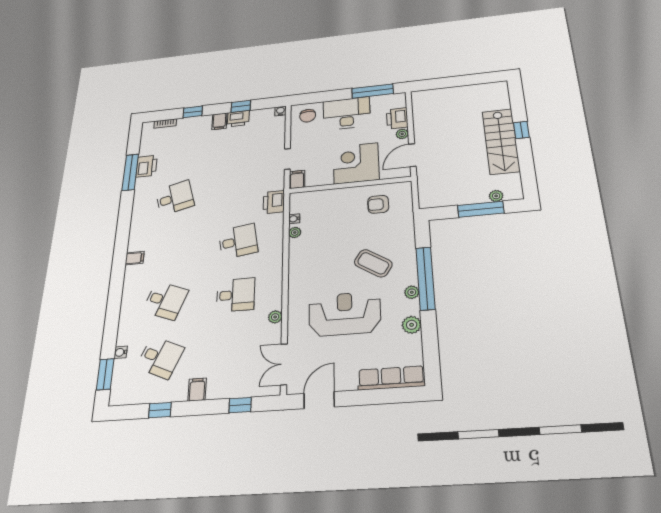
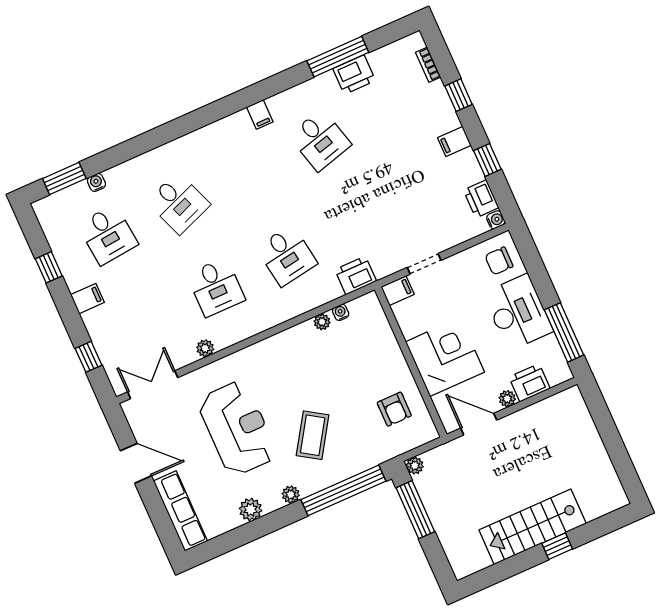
printer: (238, 119) -> (481, 199), moved
plant: (496, 196) -> (415, 466), moved
armchair: (378, 204) -> (394, 409), turned 180
window: (481, 209) -> (415, 510), moved
filing cabinet: (135, 258) -> (260, 114), moved
window: (425, 278) -> (343, 490), moved
desk: (165, 301) -> (179, 203), turned -42
desk: (160, 358) -> (108, 235), turned -30
door: (319, 400) -> (136, 463), moved

